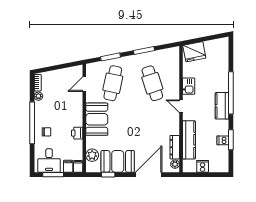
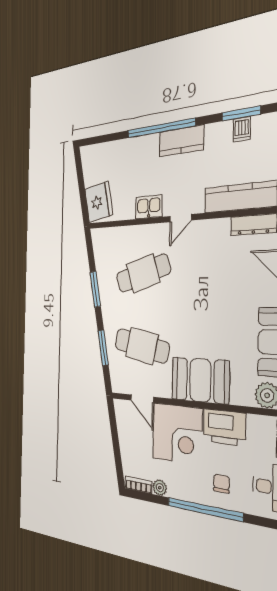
corner desk: (68, 106) -> (177, 434), added
printer: (77, 133) -> (224, 427), width x1.87, depth x1.48

